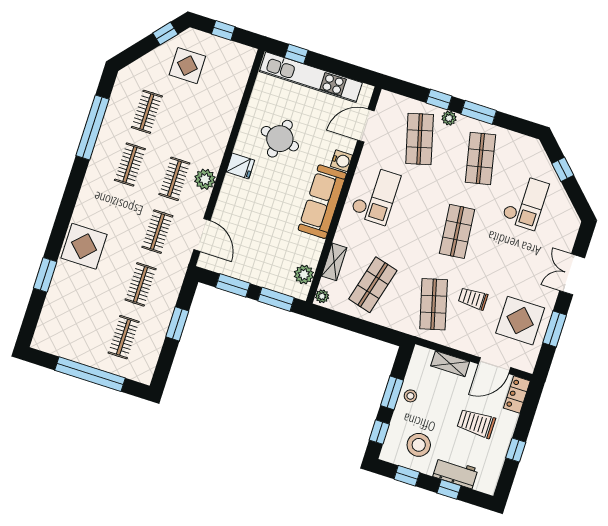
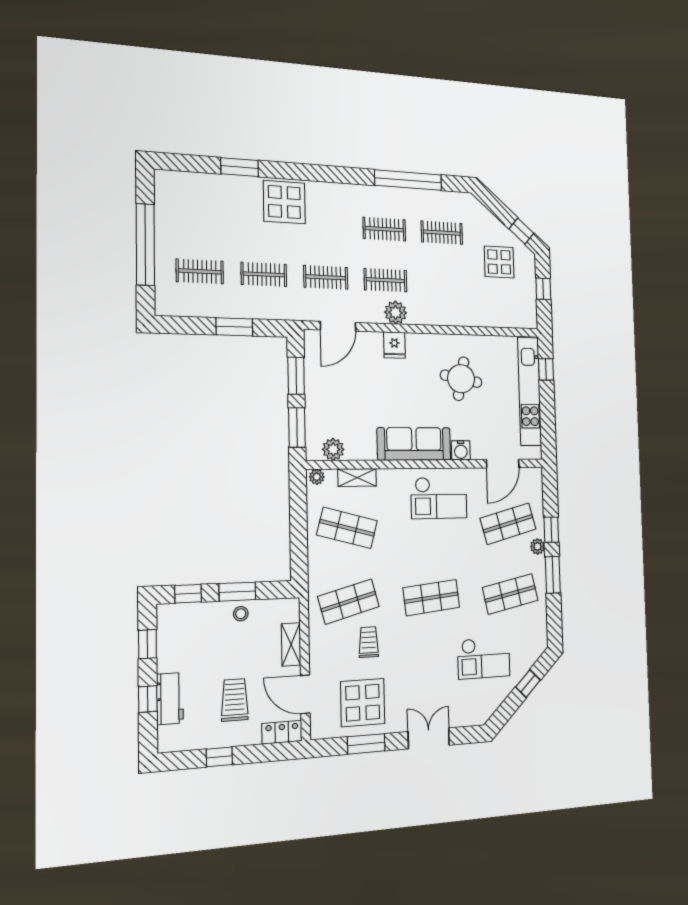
door: (366, 126) -> (503, 464), swing flipped
fridge: (240, 166) -> (394, 345), moved
stool: (419, 445) -> (188, 644), removed

